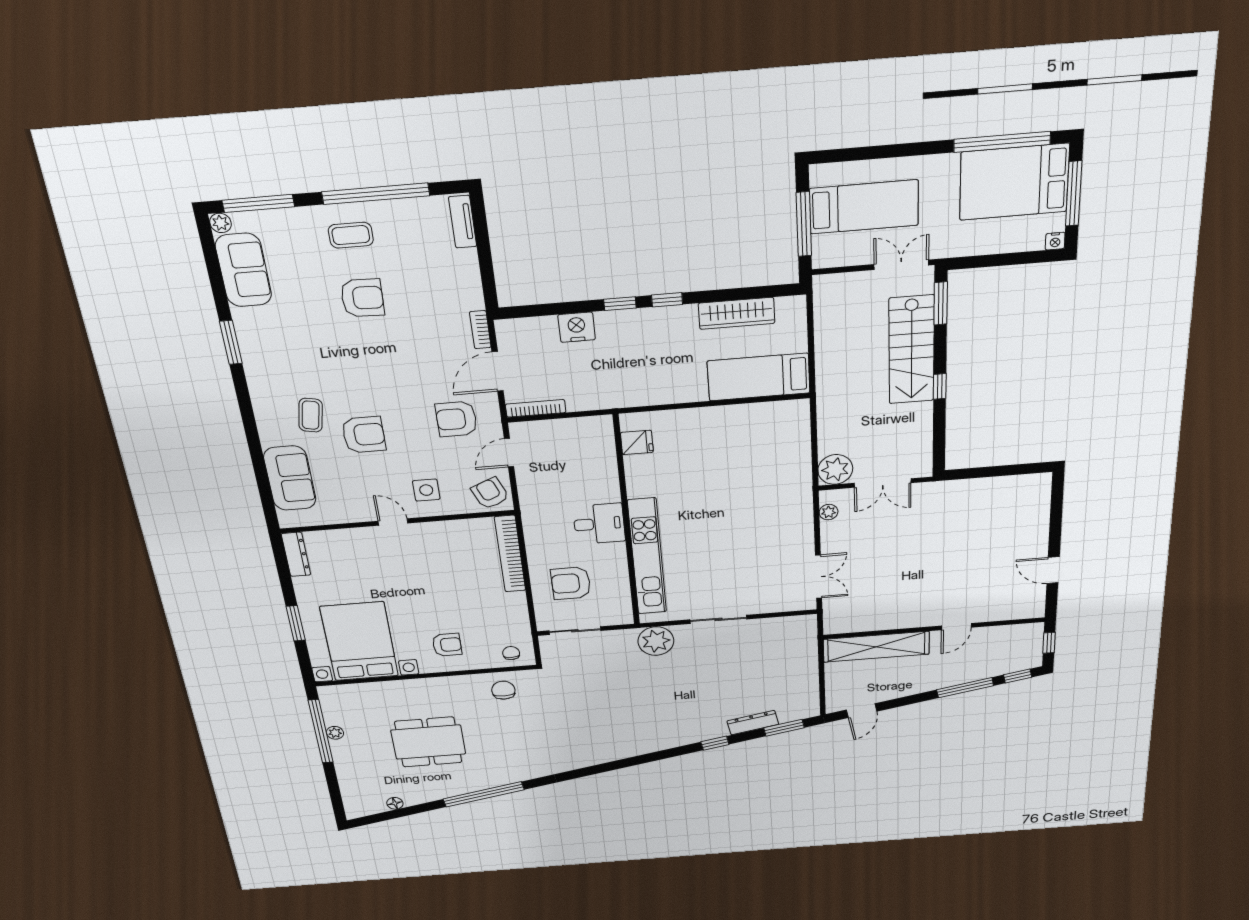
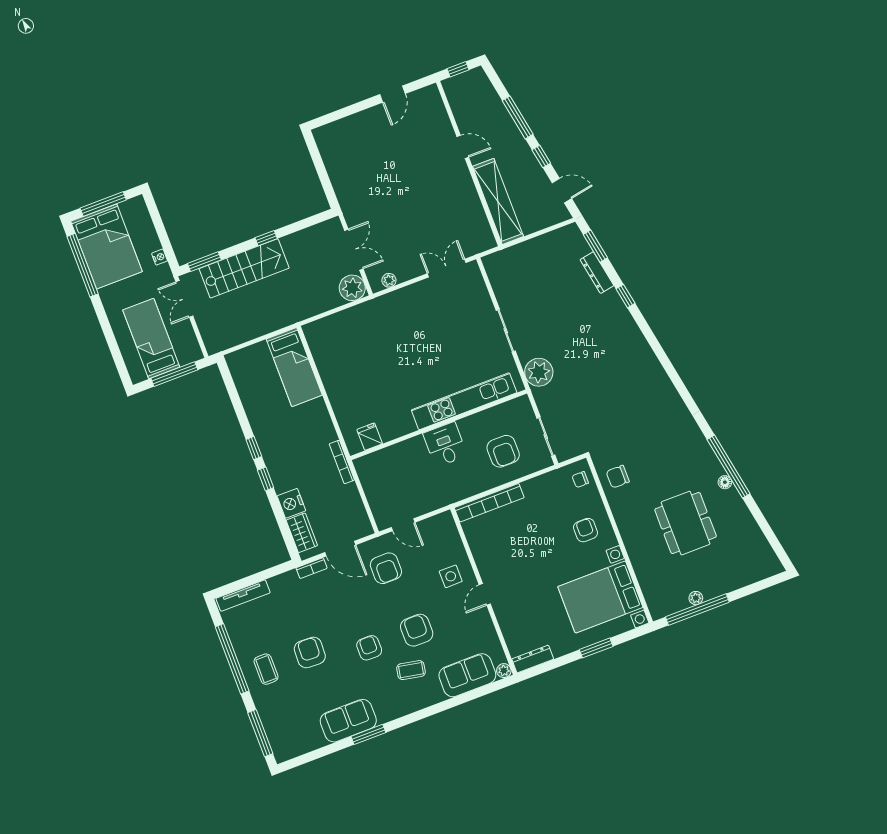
tv unit: (463, 222) -> (243, 596), width x1.41
plant: (221, 223) -> (504, 671), moved
nightstand: (1055, 241) -> (160, 257), moved
sofa: (244, 270) -> (348, 721), moved
wardrobe: (737, 313) -> (302, 533), moved, width x0.67
bookcase: (536, 408) -> (342, 462), moved
armchair: (490, 493) -> (369, 648), moved, turned 113
window: (1018, 676) -> (541, 157), moved
floor lamp: (395, 803) -> (725, 482), moved

